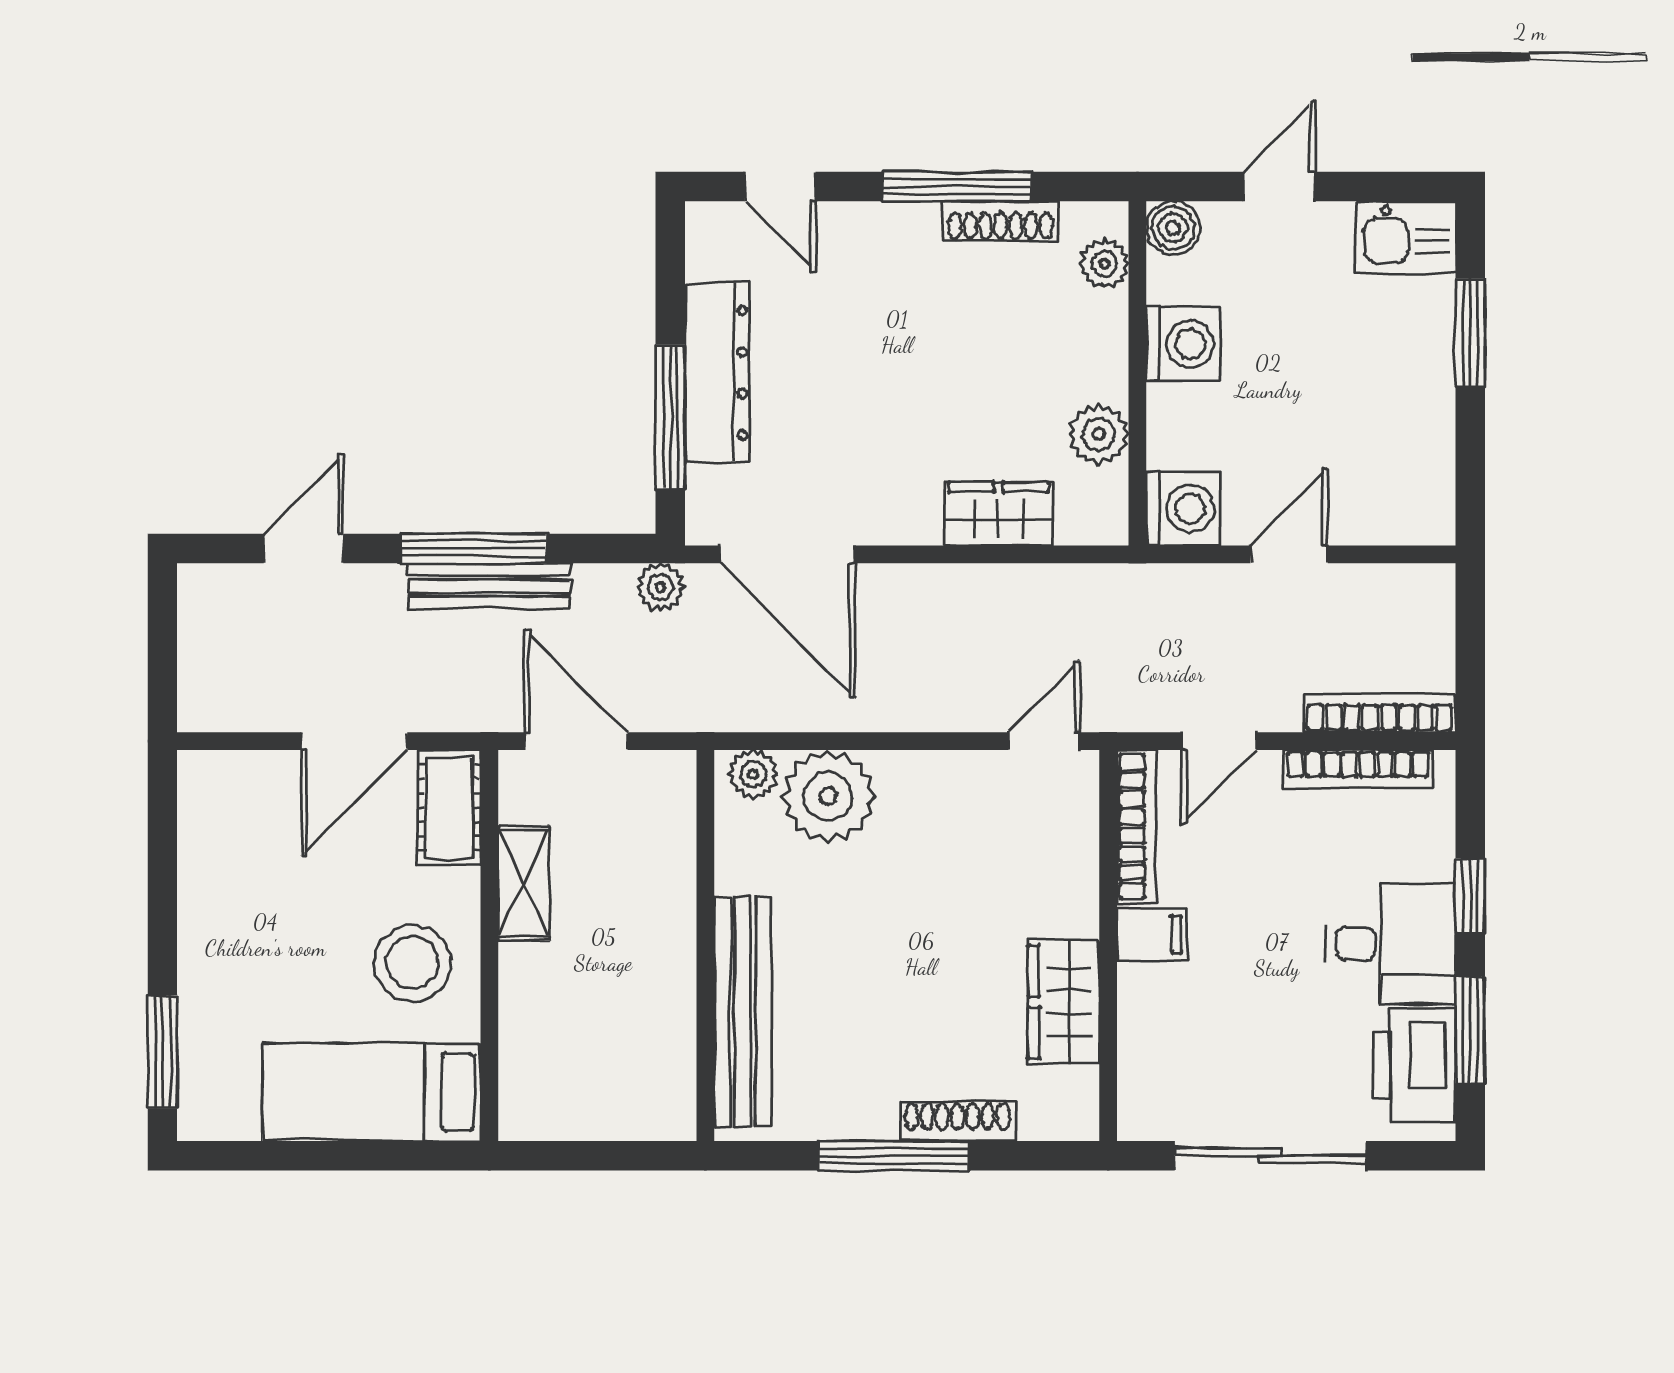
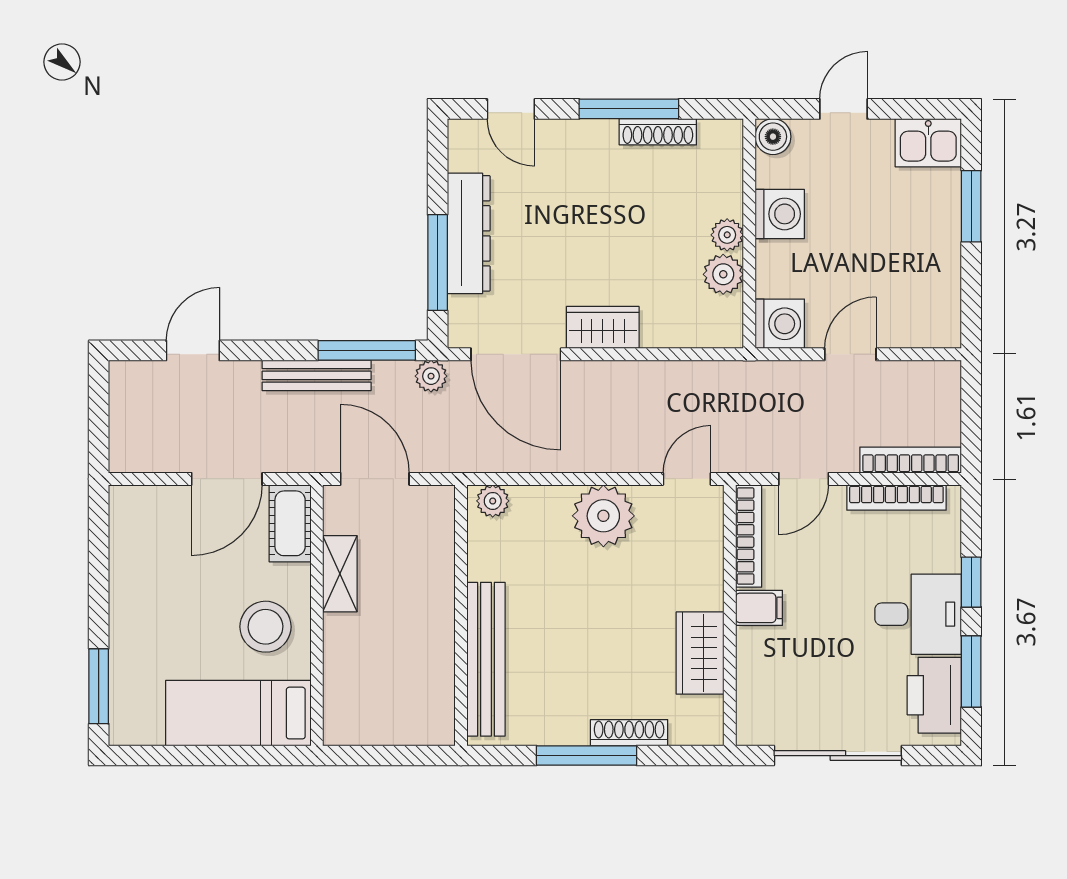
plant: (1104, 264) -> (727, 235), moved
wardrobe: (999, 514) -> (603, 327), moved
window: (473, 548) -> (367, 350), moved
plant: (828, 796) -> (603, 516), moved

